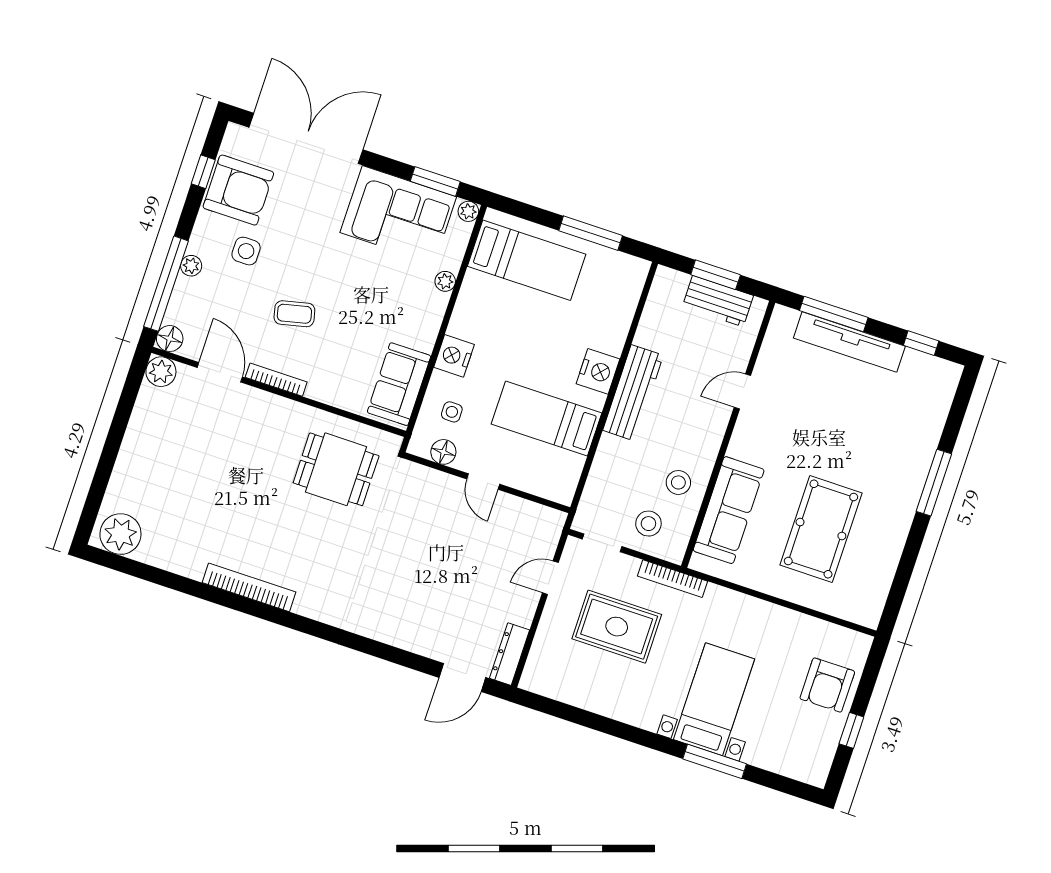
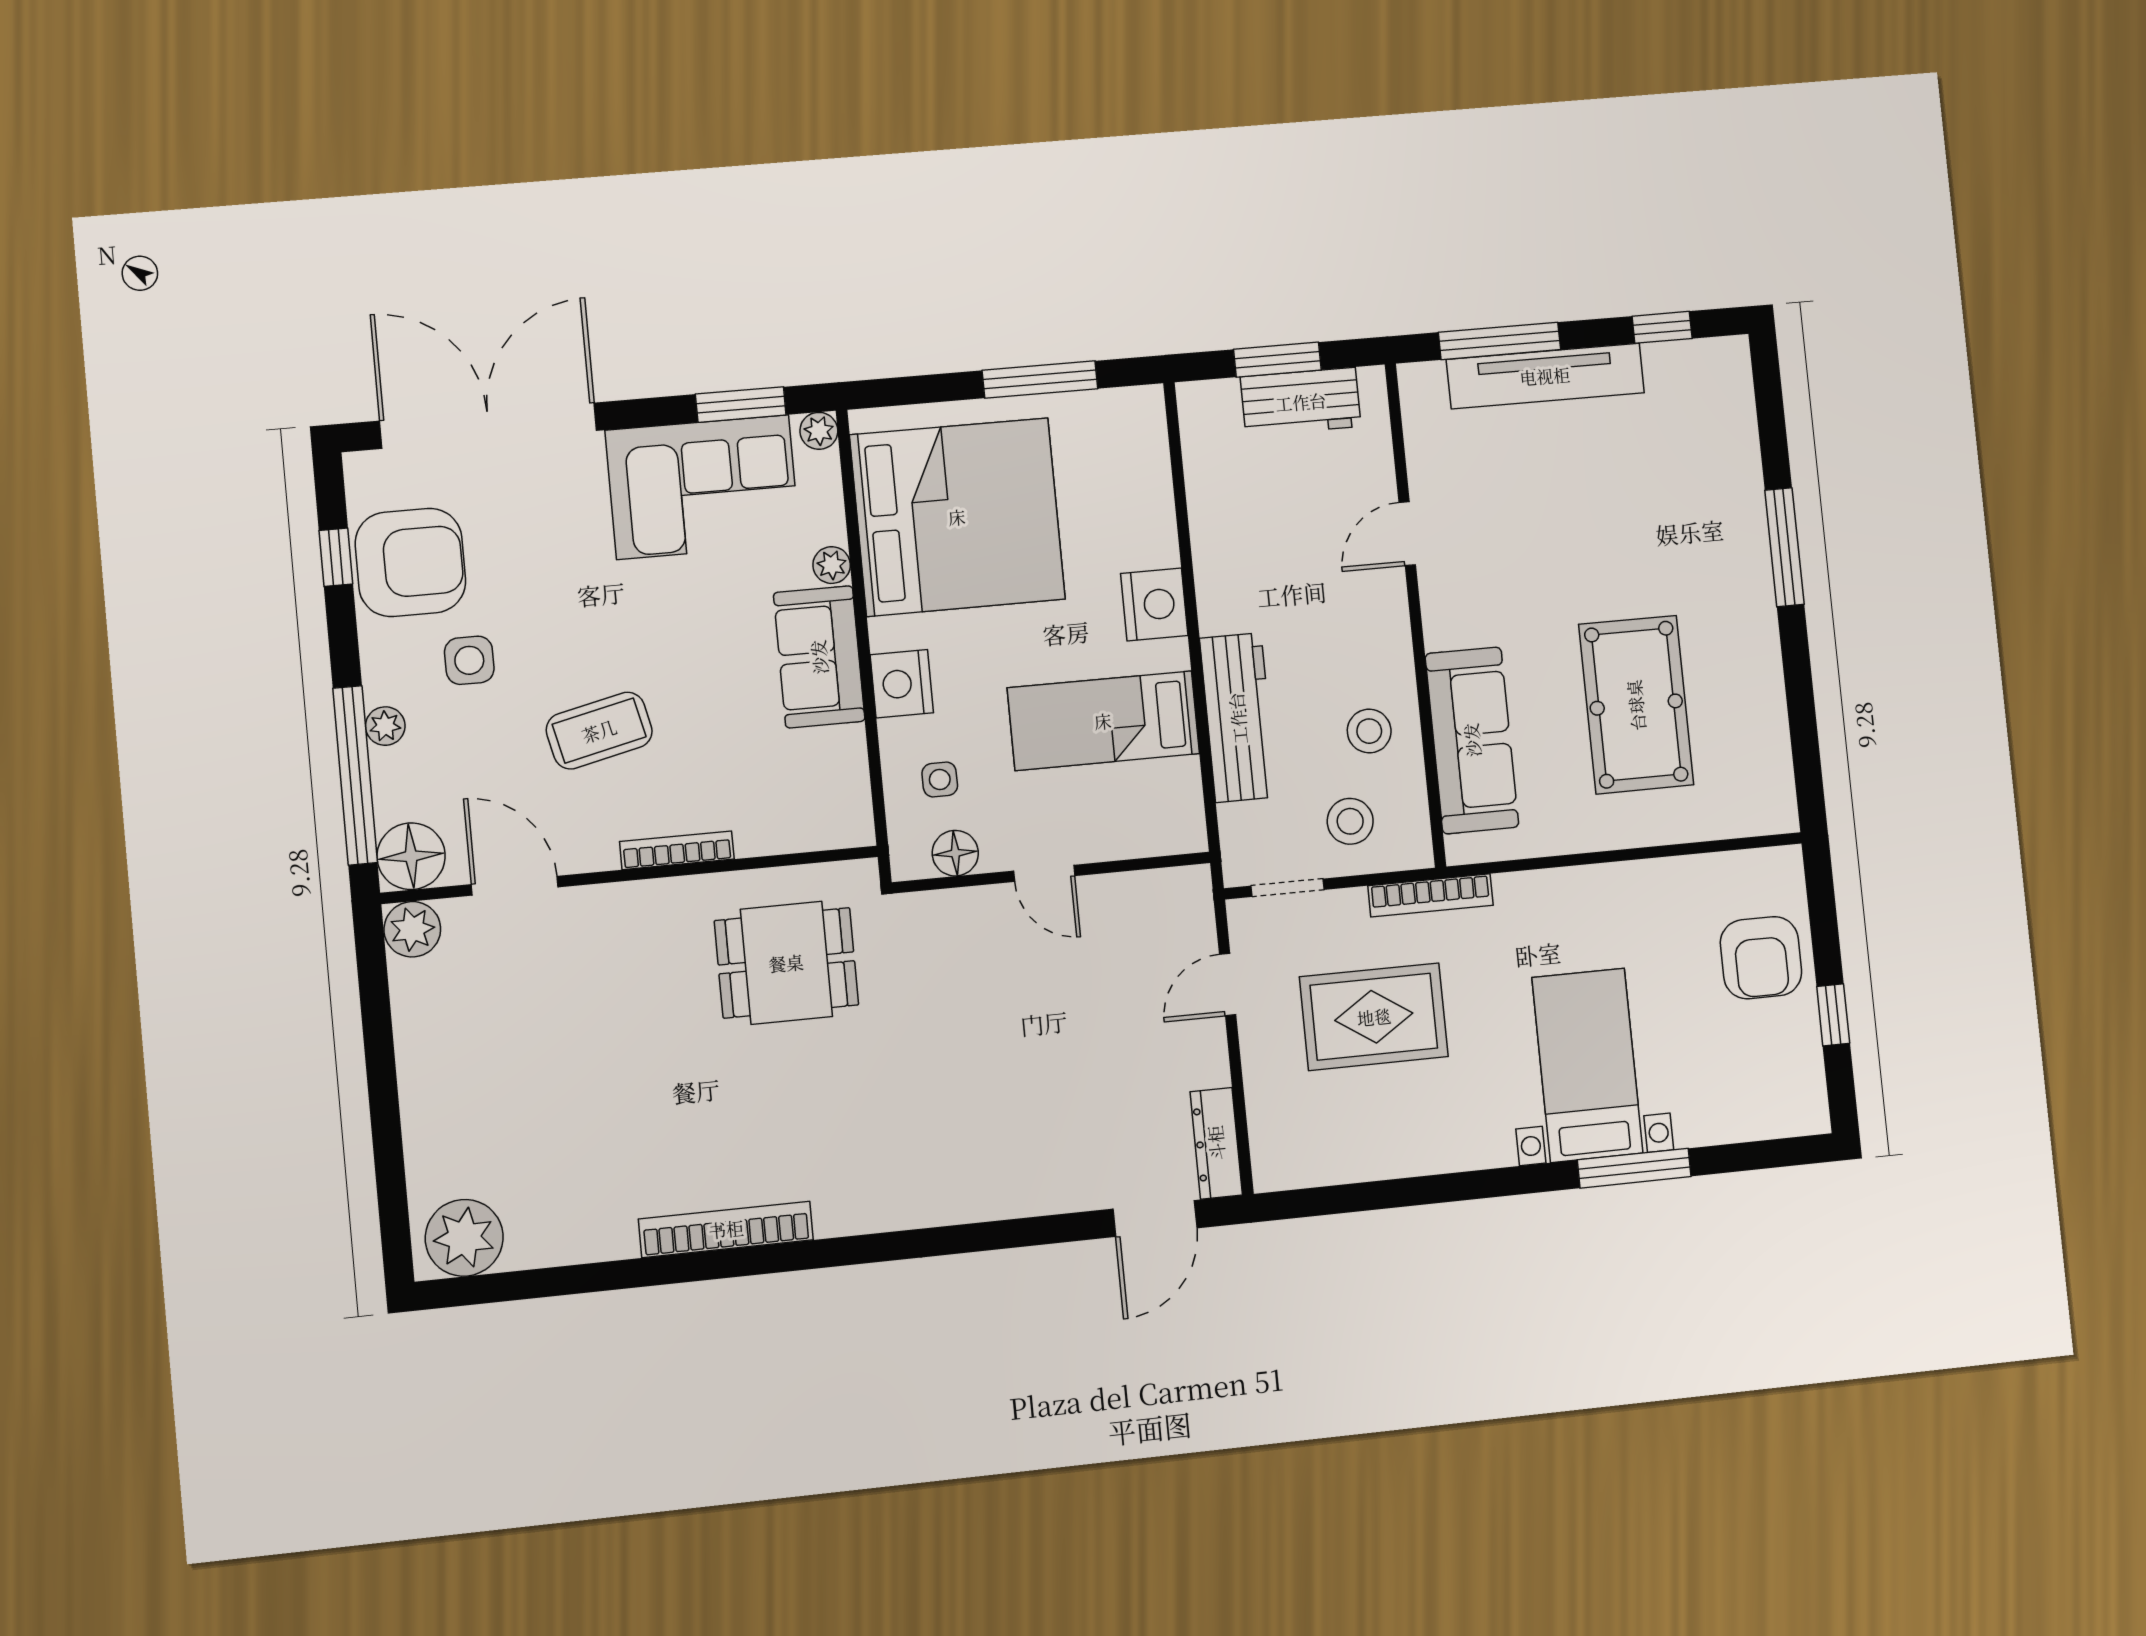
bed: (527, 260) -> (957, 517), width x2.04
coffee table: (294, 314) -> (599, 731), width x1.36, depth x1.30
floor lamp: (170, 339) -> (411, 856), width x1.38, depth x1.38
bookcase: (276, 380) -> (677, 850), moved
sofa: (399, 384) -> (819, 657), moved
workbench: (633, 393) -> (1238, 718), moved

